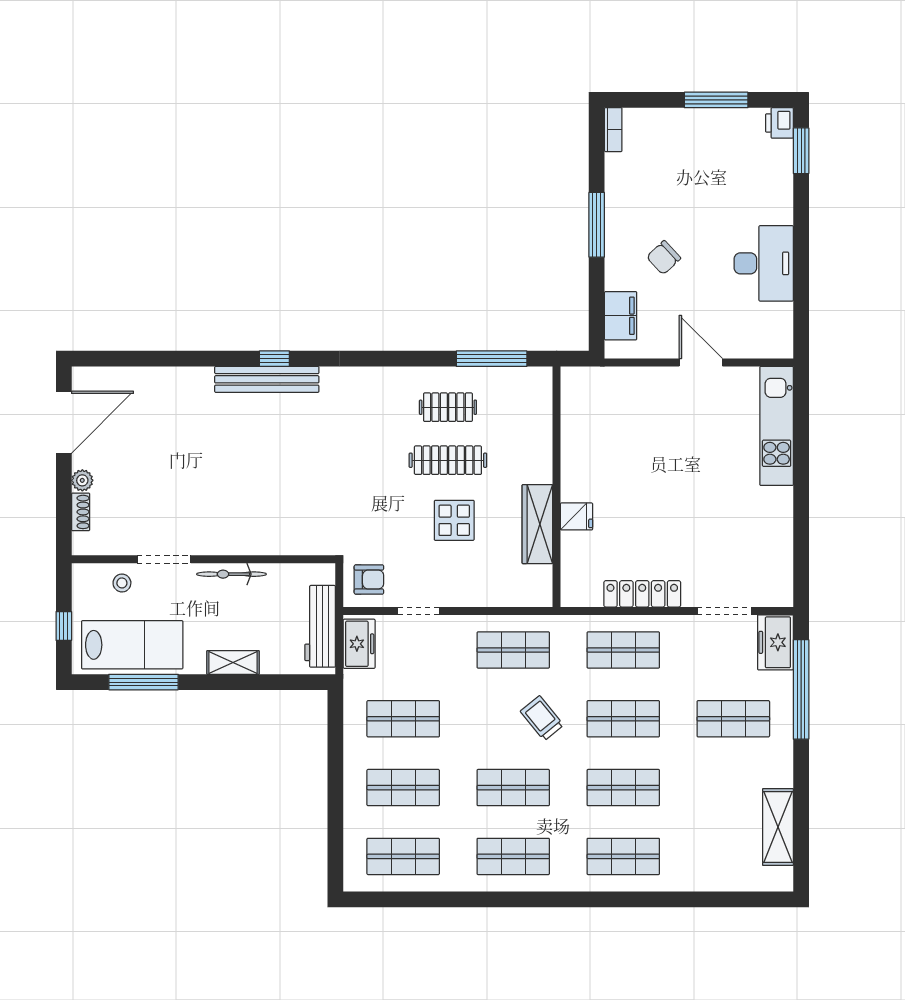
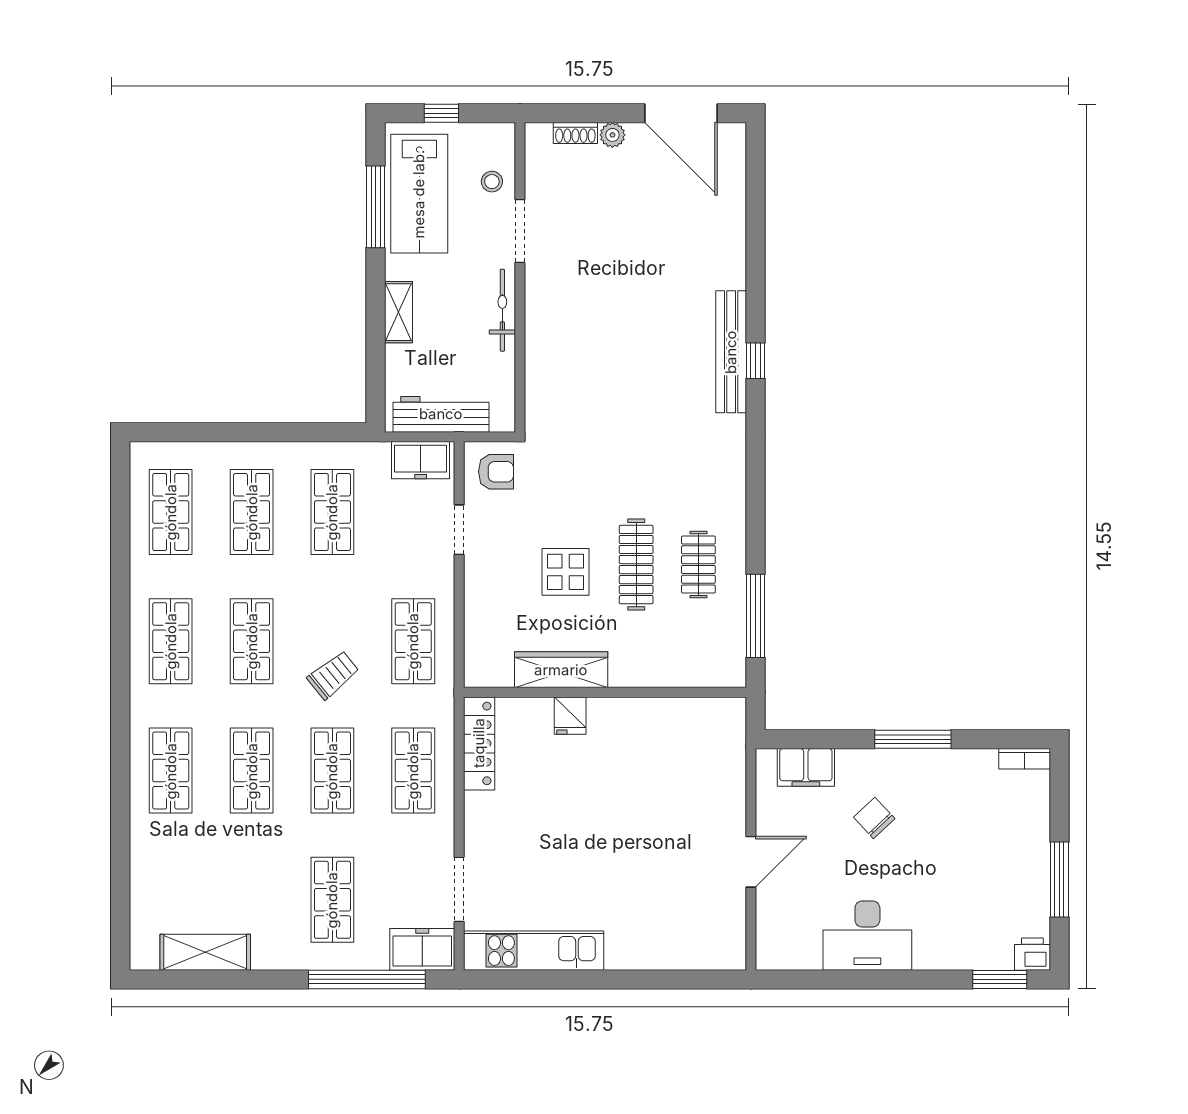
kitchen unit: (777, 426) -> (534, 951), moved
armchair: (369, 579) -> (496, 472), turned -90
locker: (642, 594) -> (479, 743), moved

